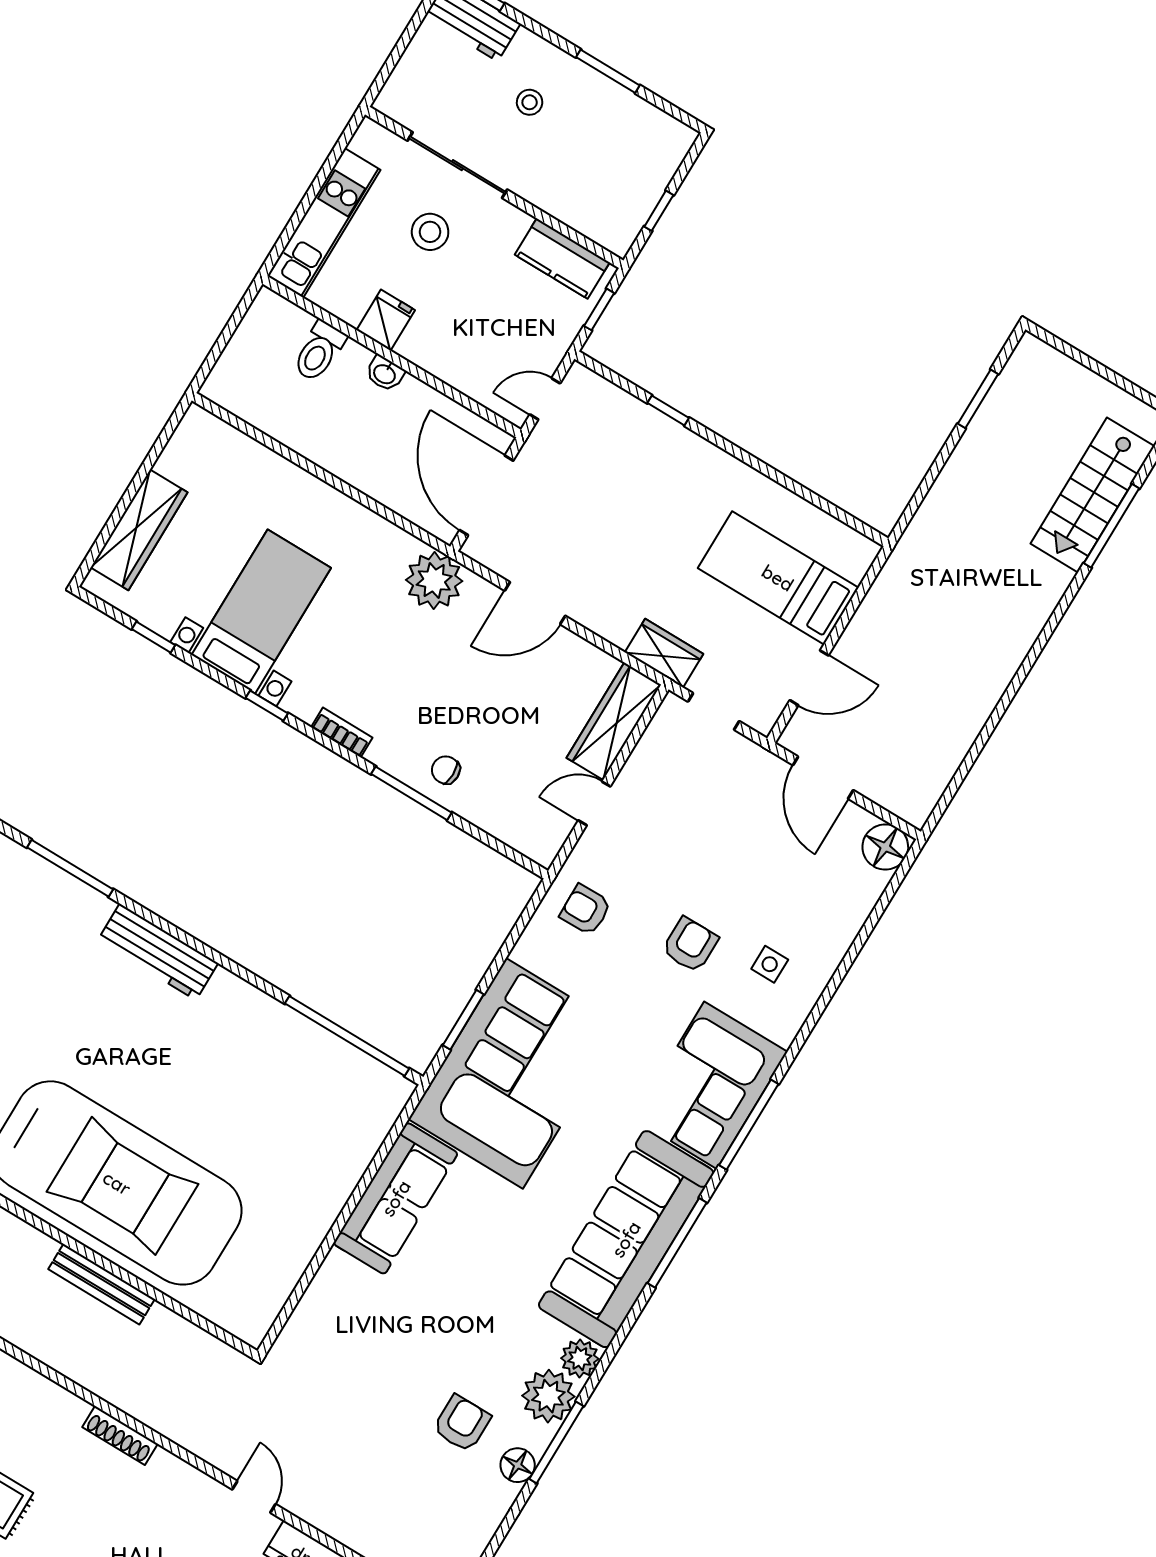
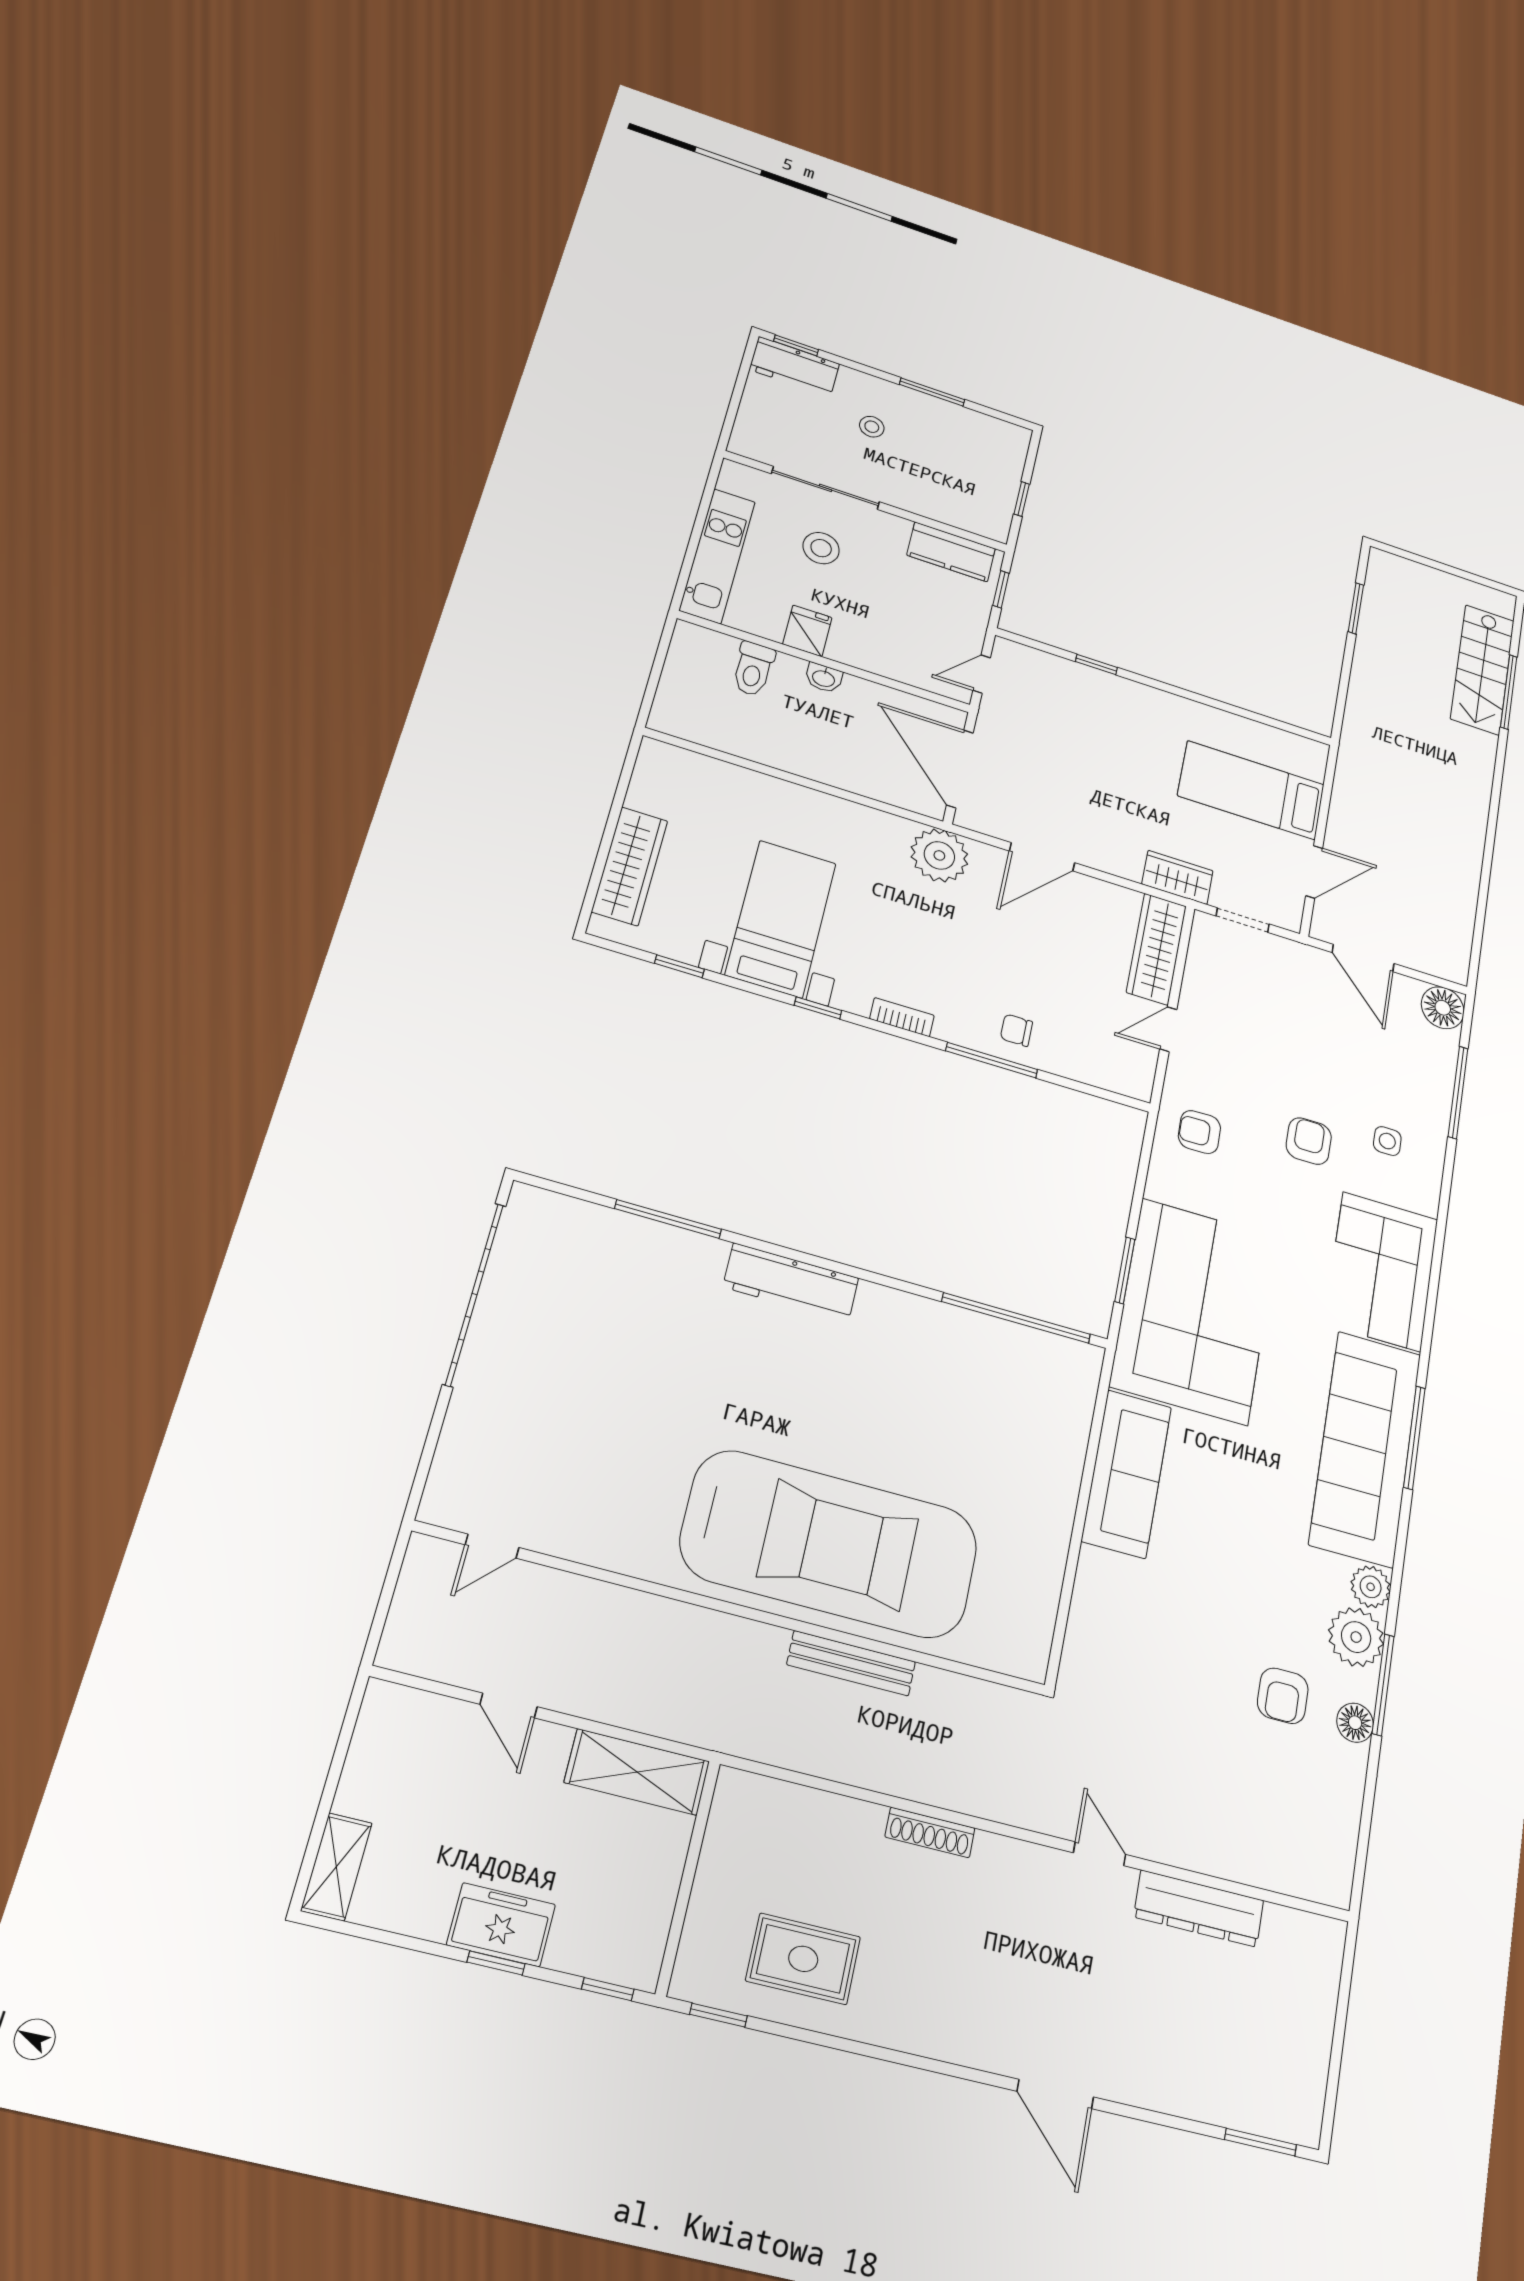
window: (749, 1125) -> (1458, 1092), moved
armchair: (462, 1423) -> (1283, 1696), turned 180

